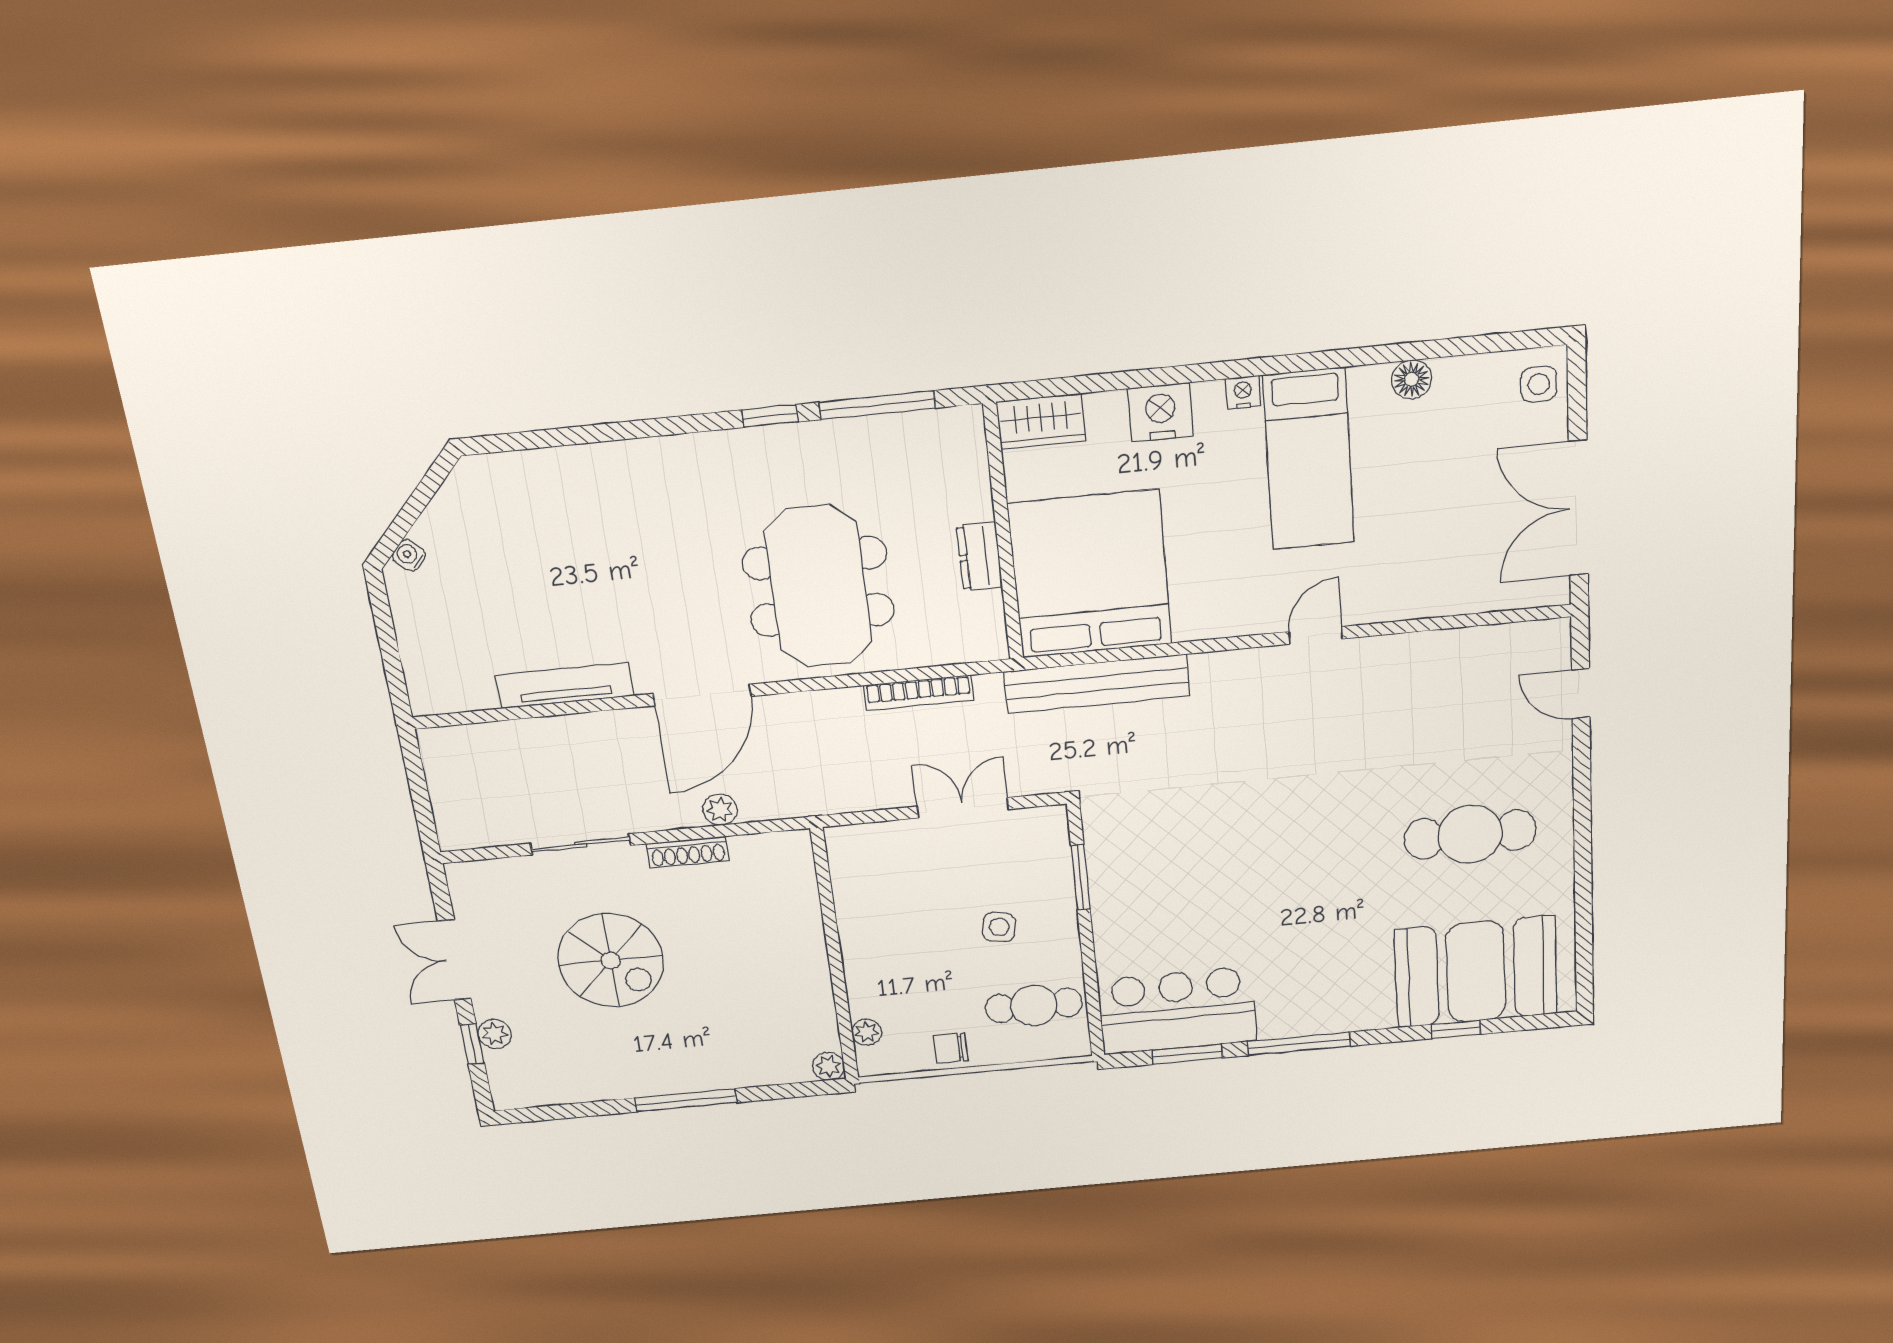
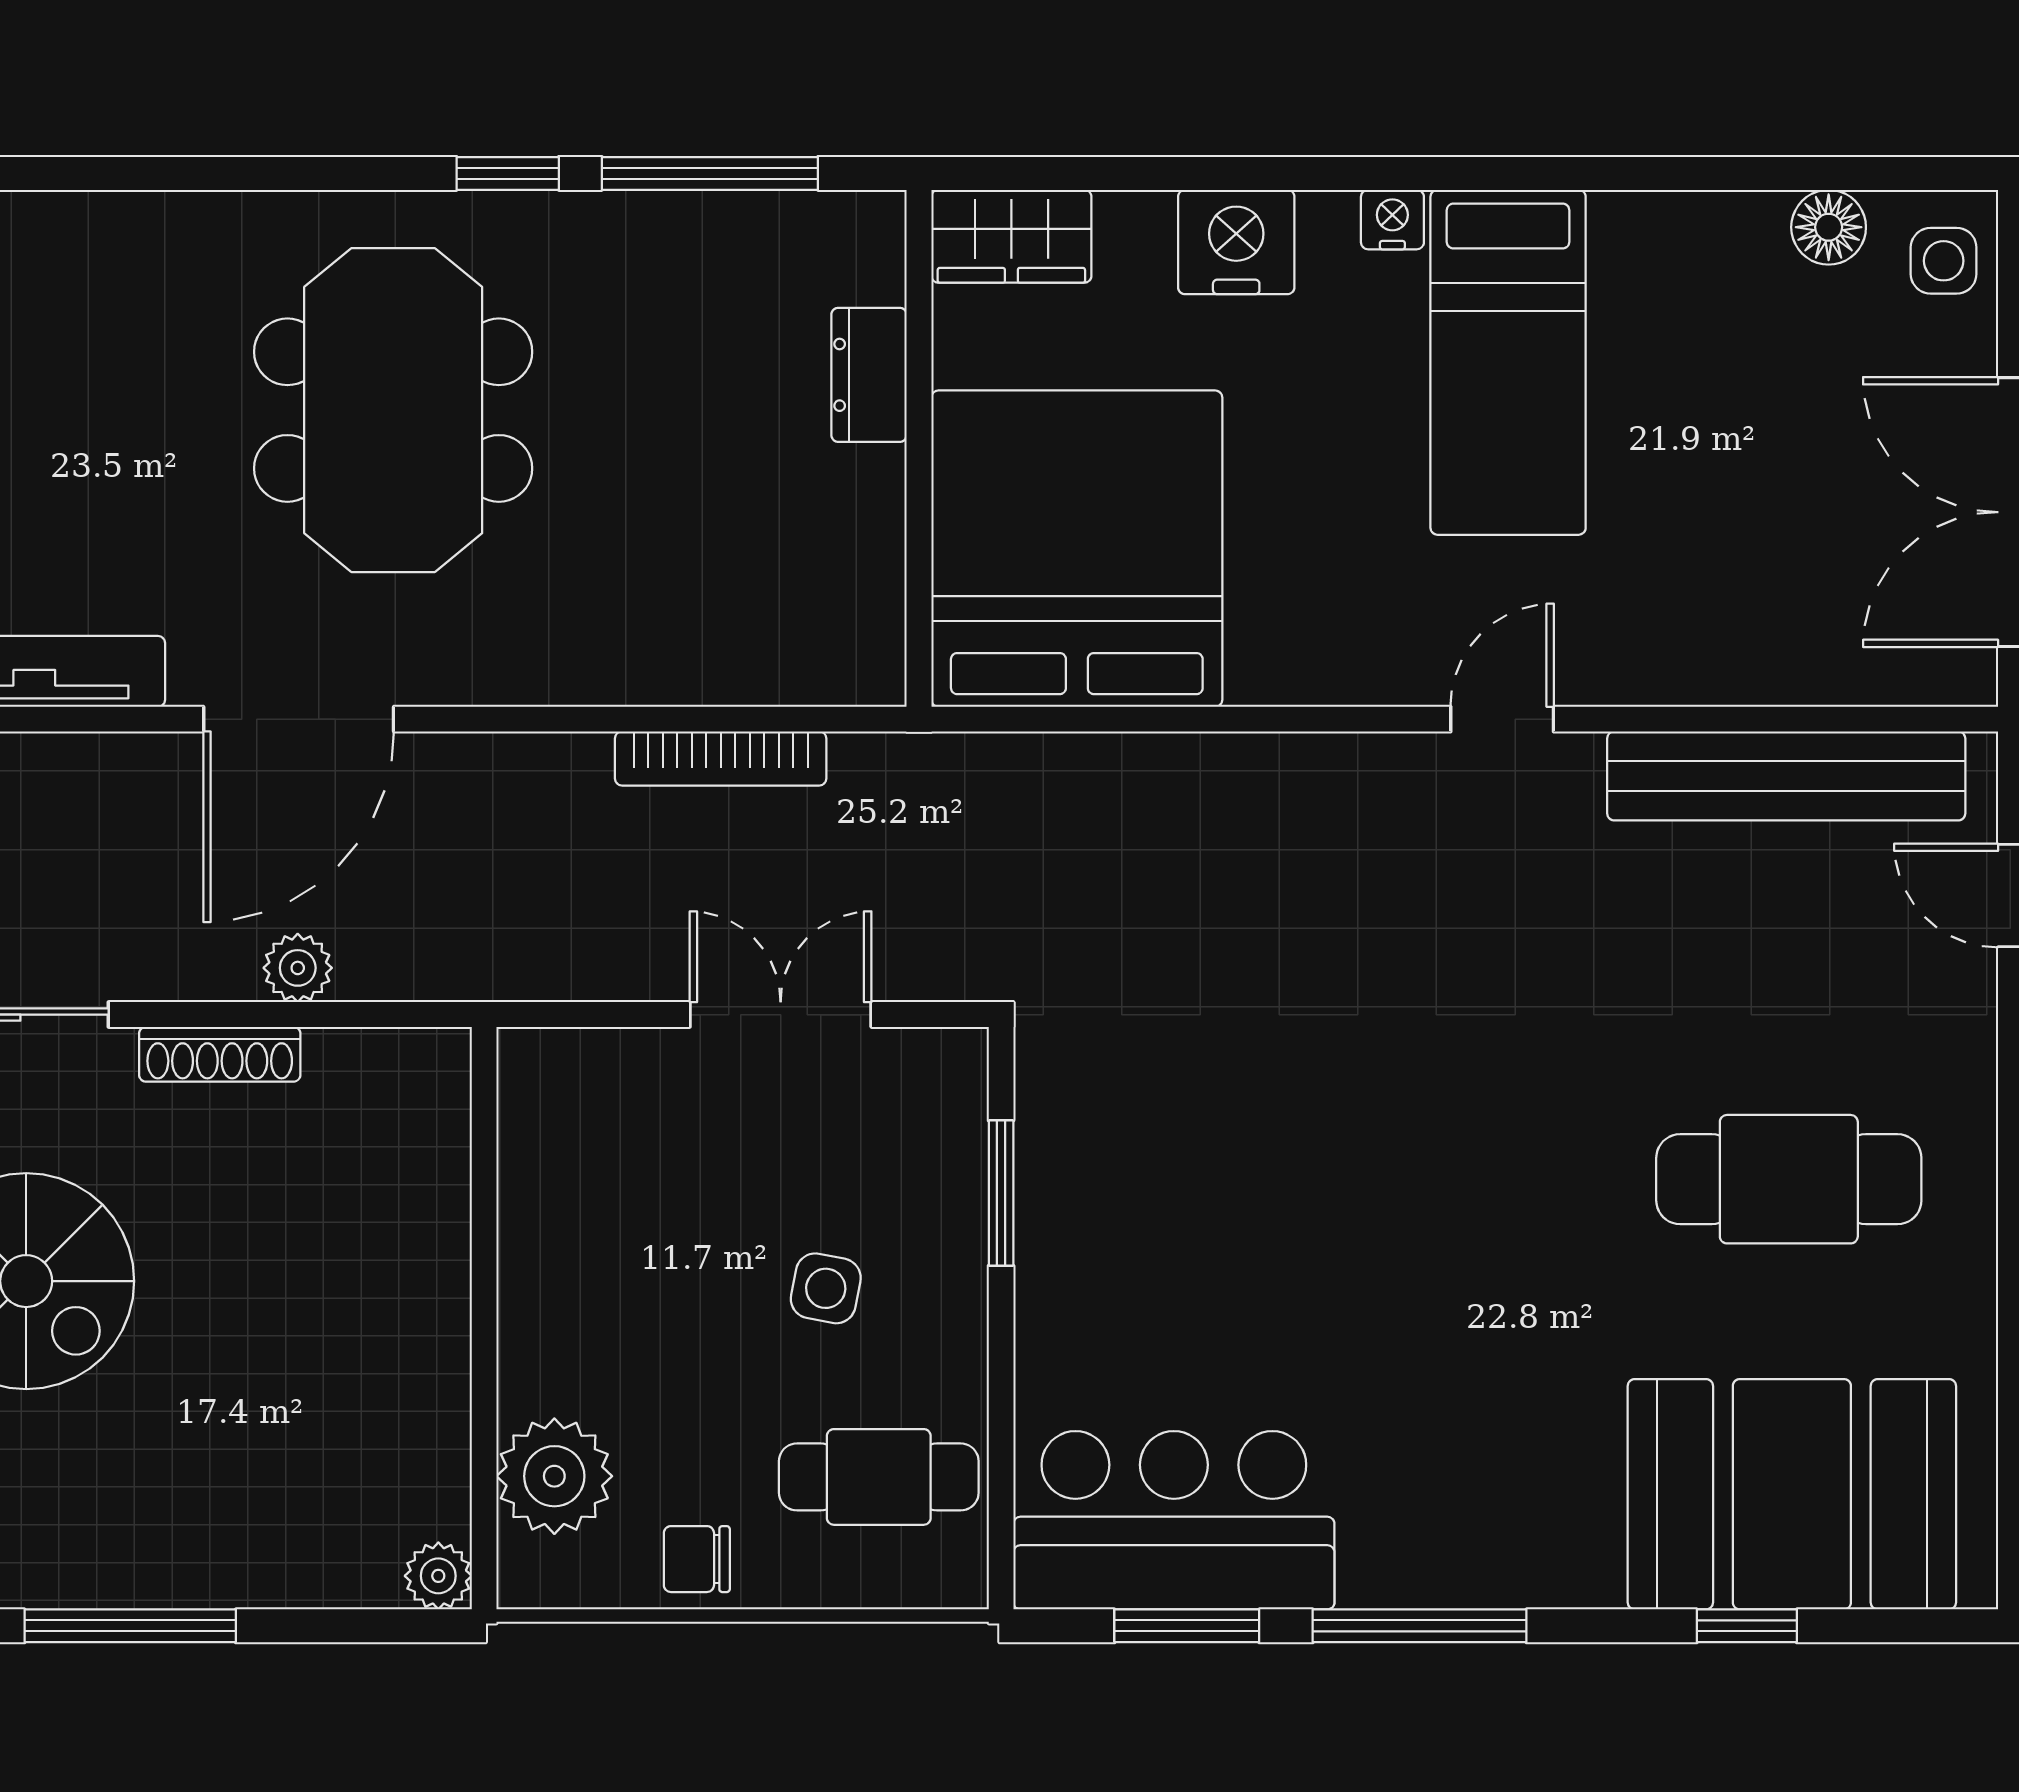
floor lamp: (1412, 379) -> (1829, 227), moved
dresser: (980, 557) -> (869, 375), moved
meeting table: (819, 587) -> (393, 410), moved
bench: (1097, 684) -> (1786, 776), moved
plant: (867, 1032) -> (554, 1476), width x1.88, depth x1.88

